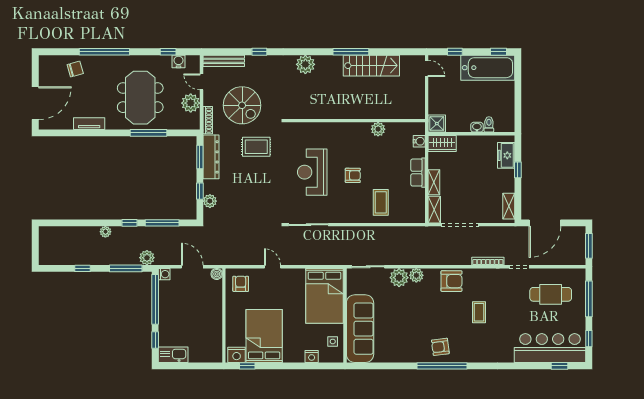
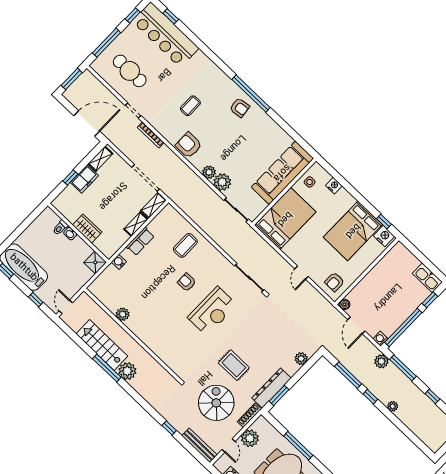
plant: (305, 64) -> (127, 371), moved
wall: (355, 121) -> (133, 335), moved
plant: (378, 129) -> (123, 314), moved
wardrobe: (442, 143) -> (87, 229), moved
freezer: (506, 155) -> (84, 179), moved
window: (200, 191) -> (301, 372), removed

